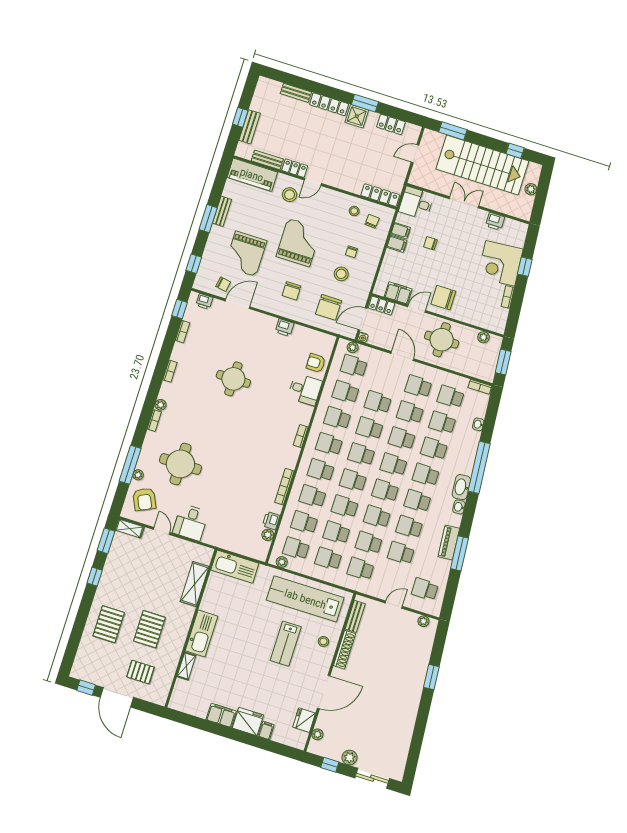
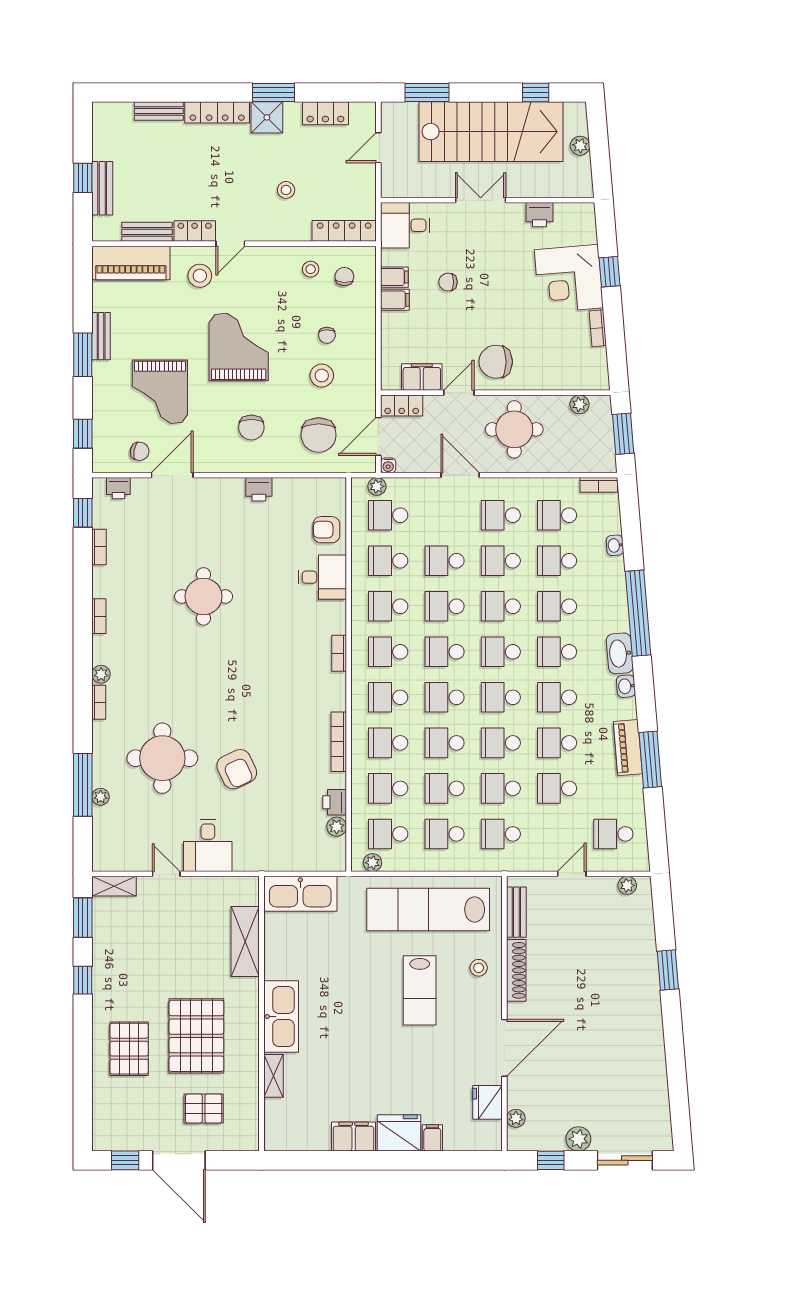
stool: (354, 161) -> (286, 190), added
armchair: (144, 499) -> (237, 769), moved
pallet: (150, 629) -> (196, 1036), width x1.37, depth x1.41

